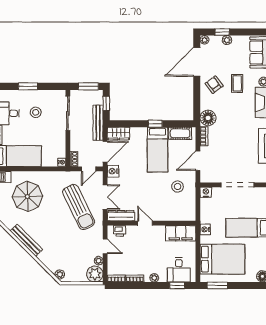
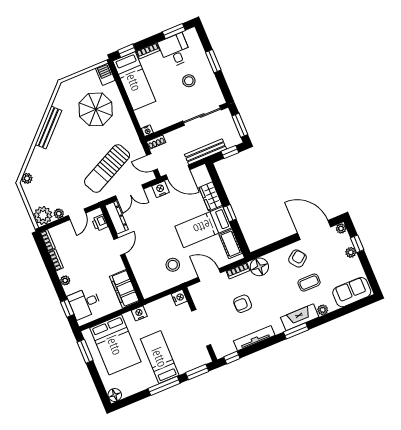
wardrobe: (119, 134) -> (211, 196), moved
armchair: (232, 144) -> (243, 304), added

